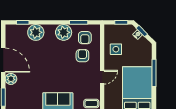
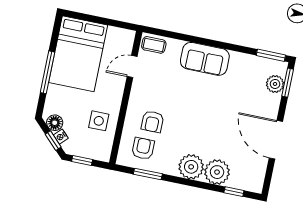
plant: (64, 32) -> (191, 167), moved
floor lamp: (143, 42) -> (55, 123), added
door: (102, 77) -> (132, 67), moved
plant: (11, 79) -> (275, 84), moved

